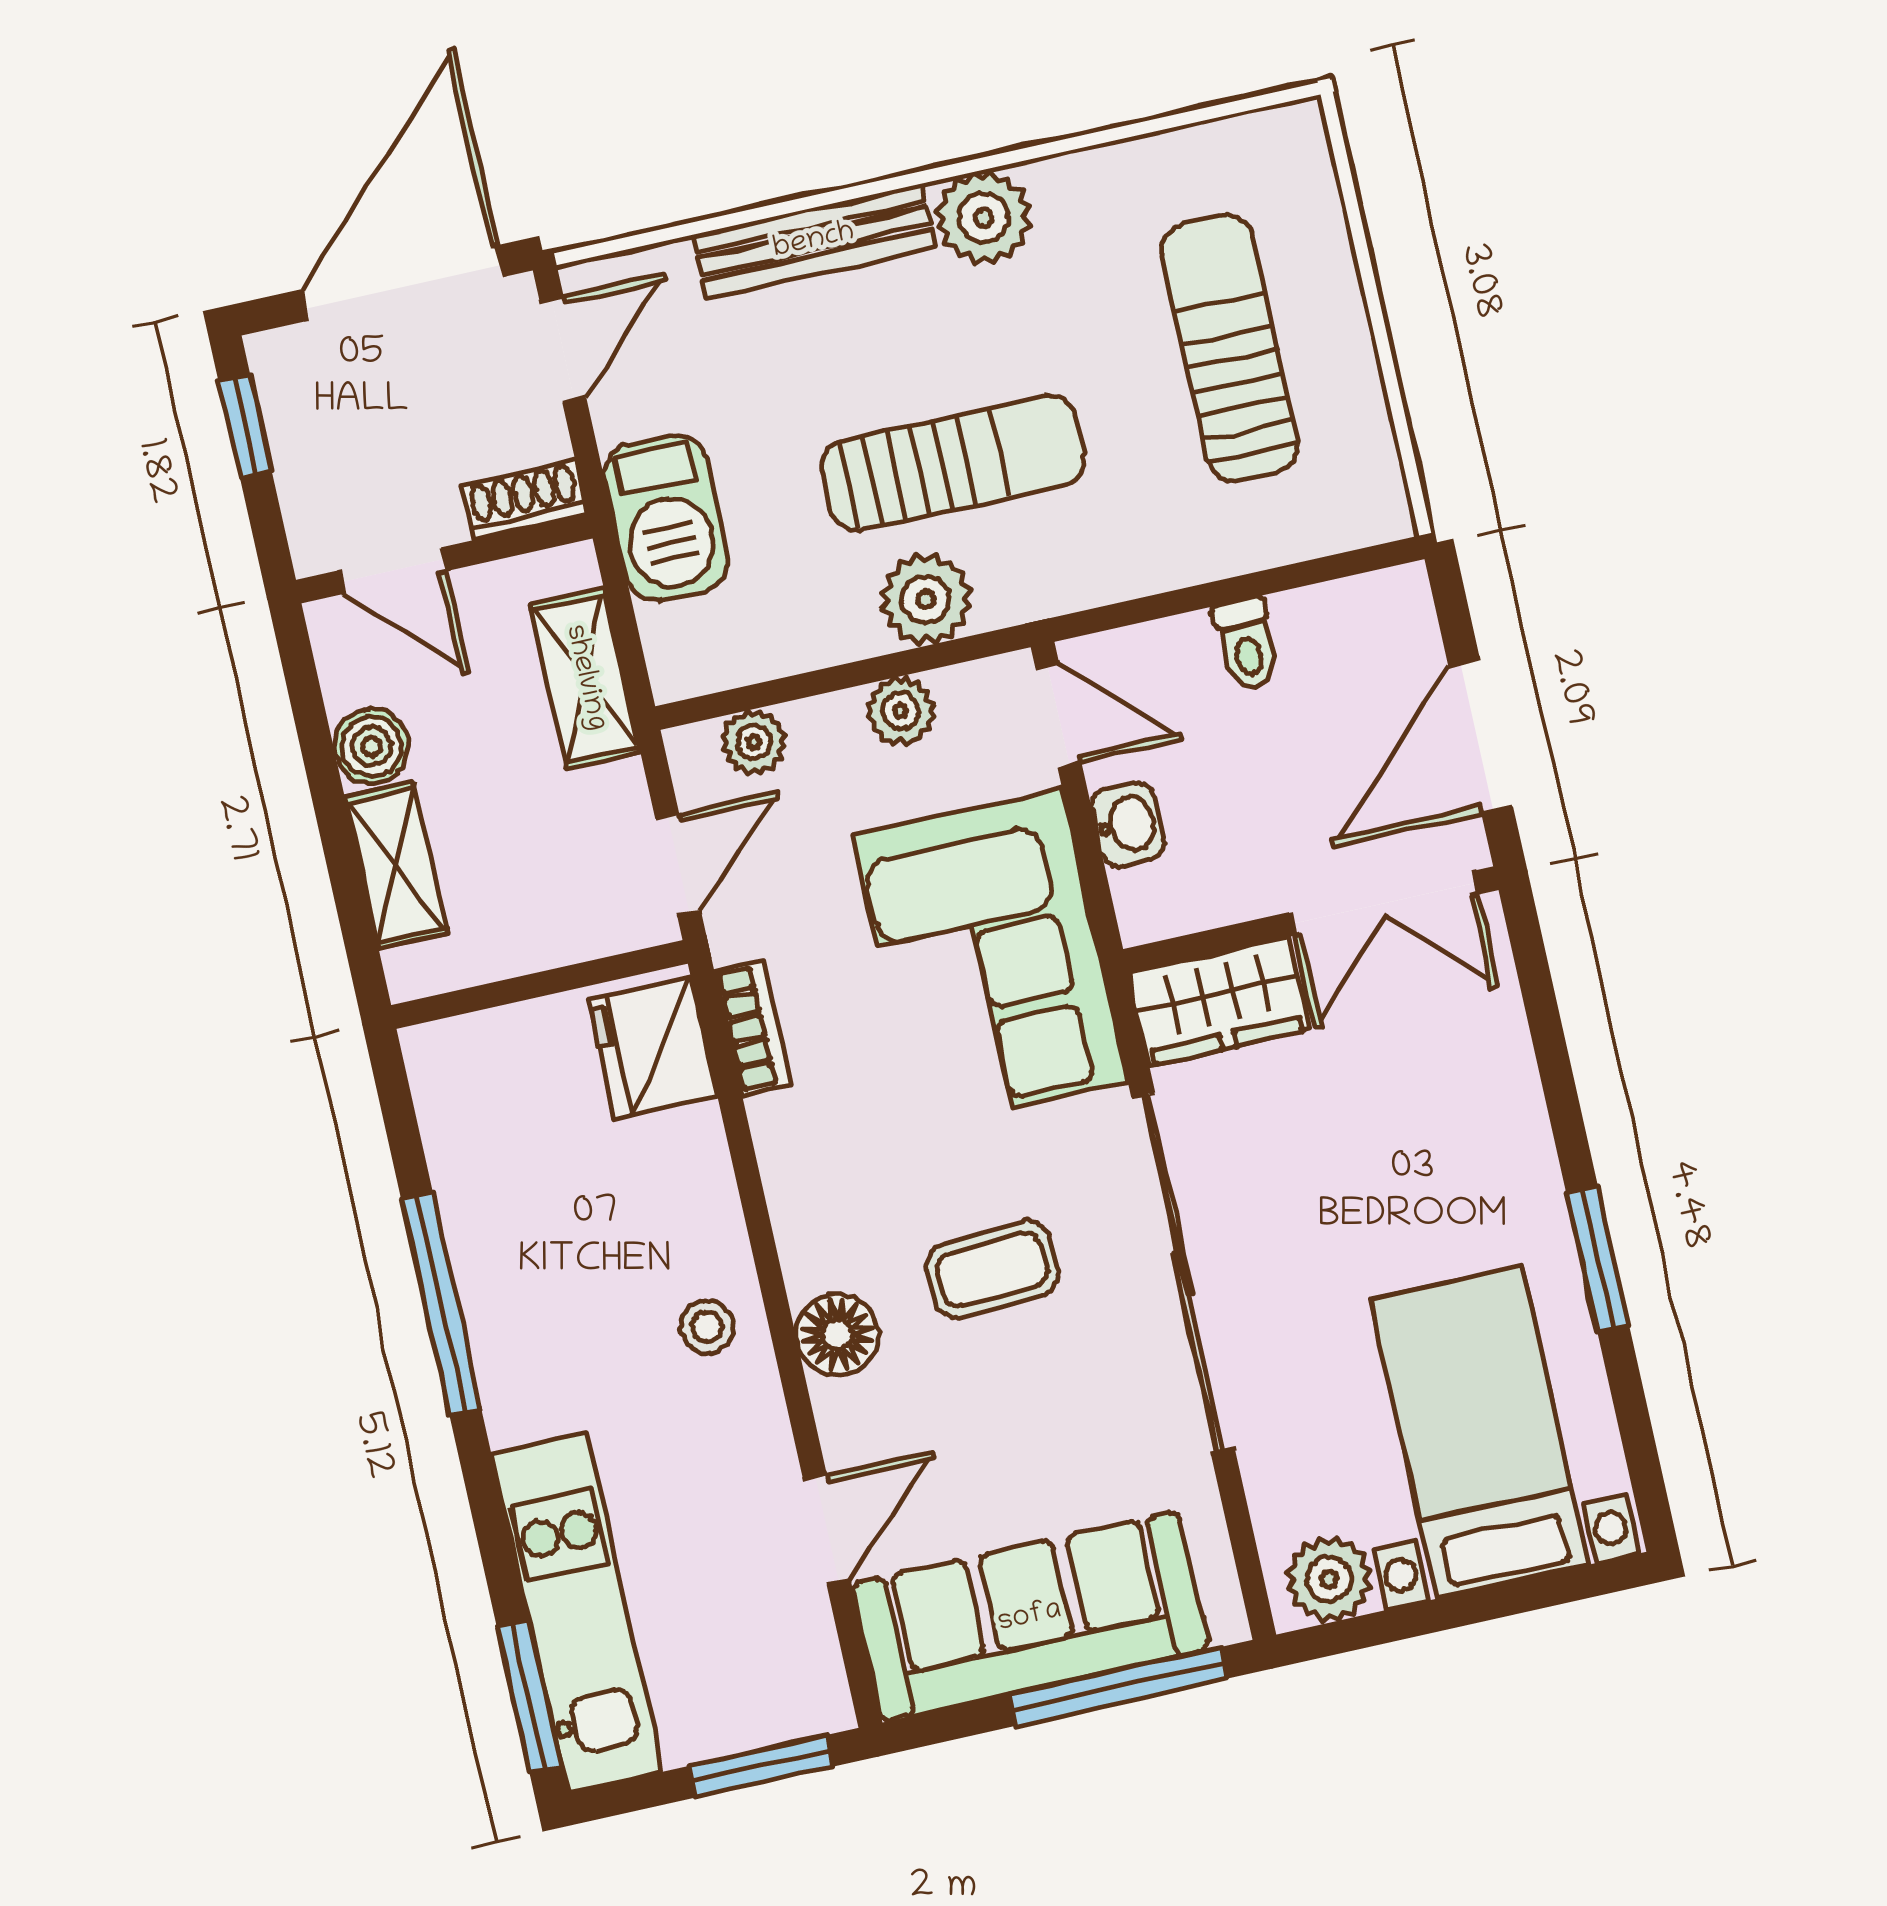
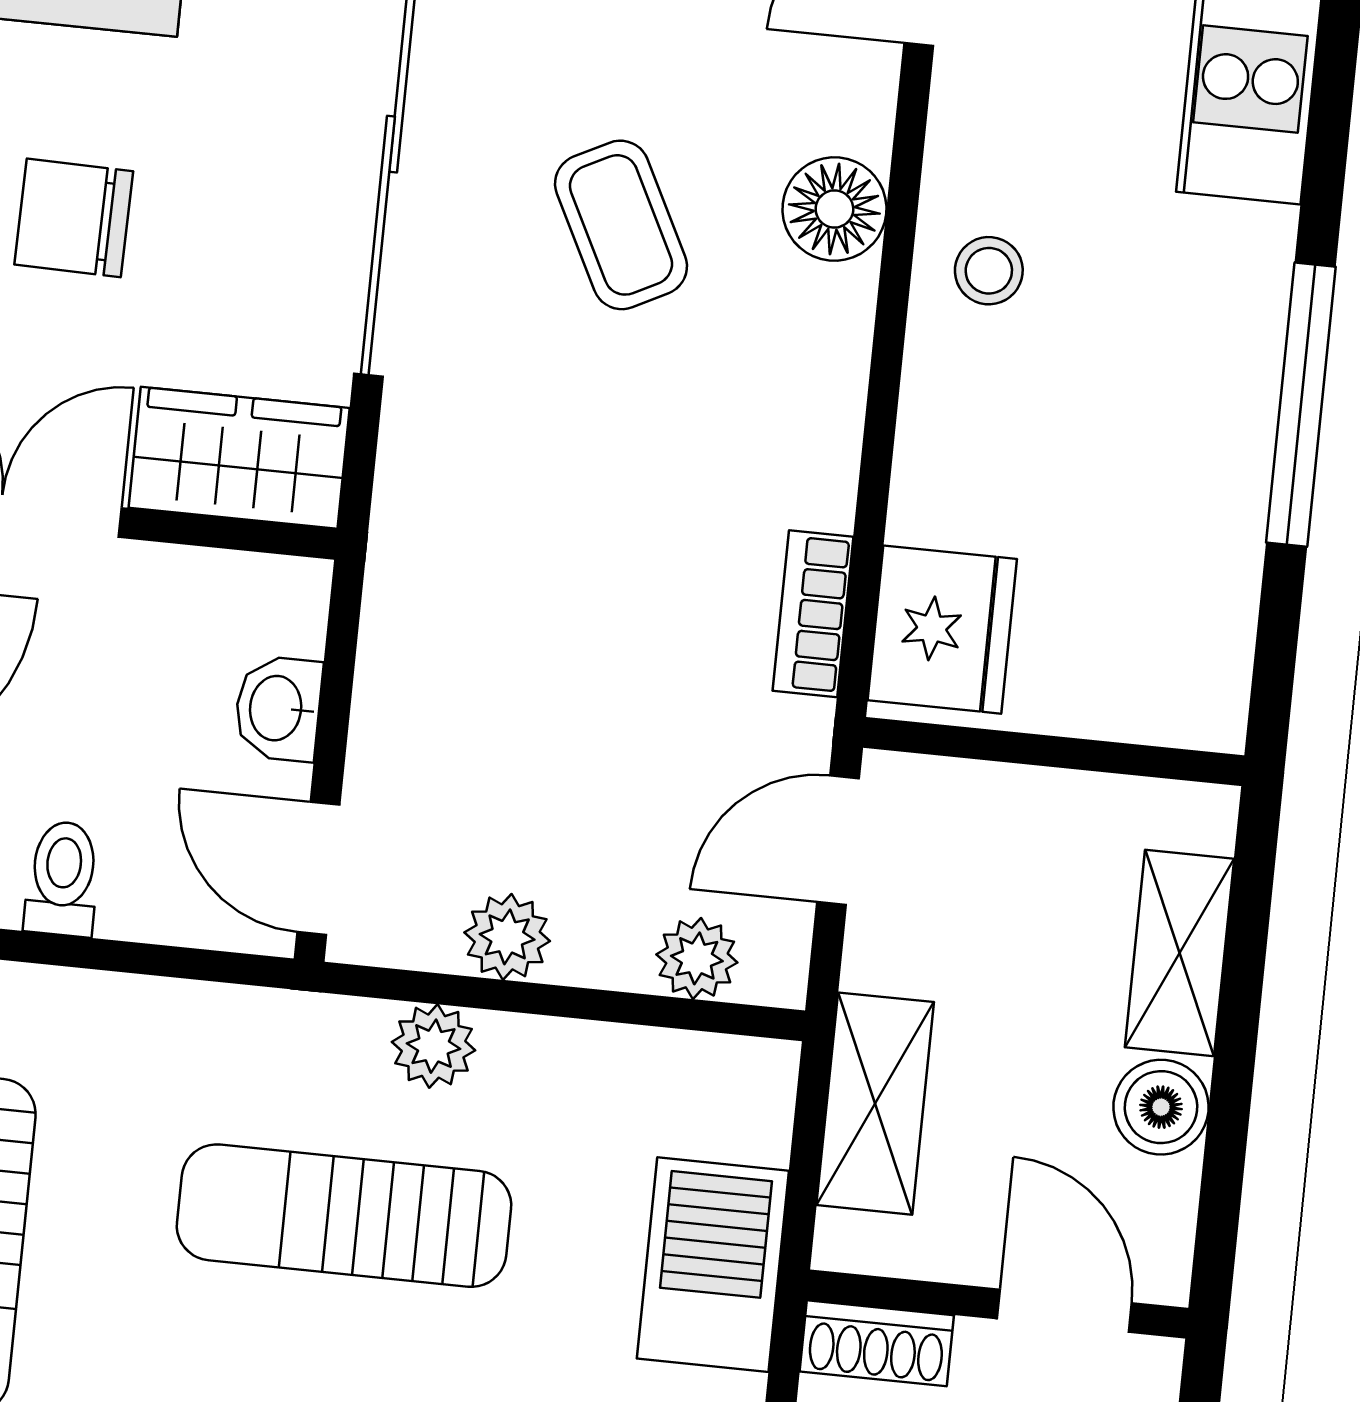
plant: (926, 599) -> (433, 1046), width x0.73, depth x0.73
corner sofa: (990, 959) -> (499, 601), removed
chair: (1402, 1139) -> (74, 218), added
coffee table: (992, 1270) -> (621, 225), turned 66

